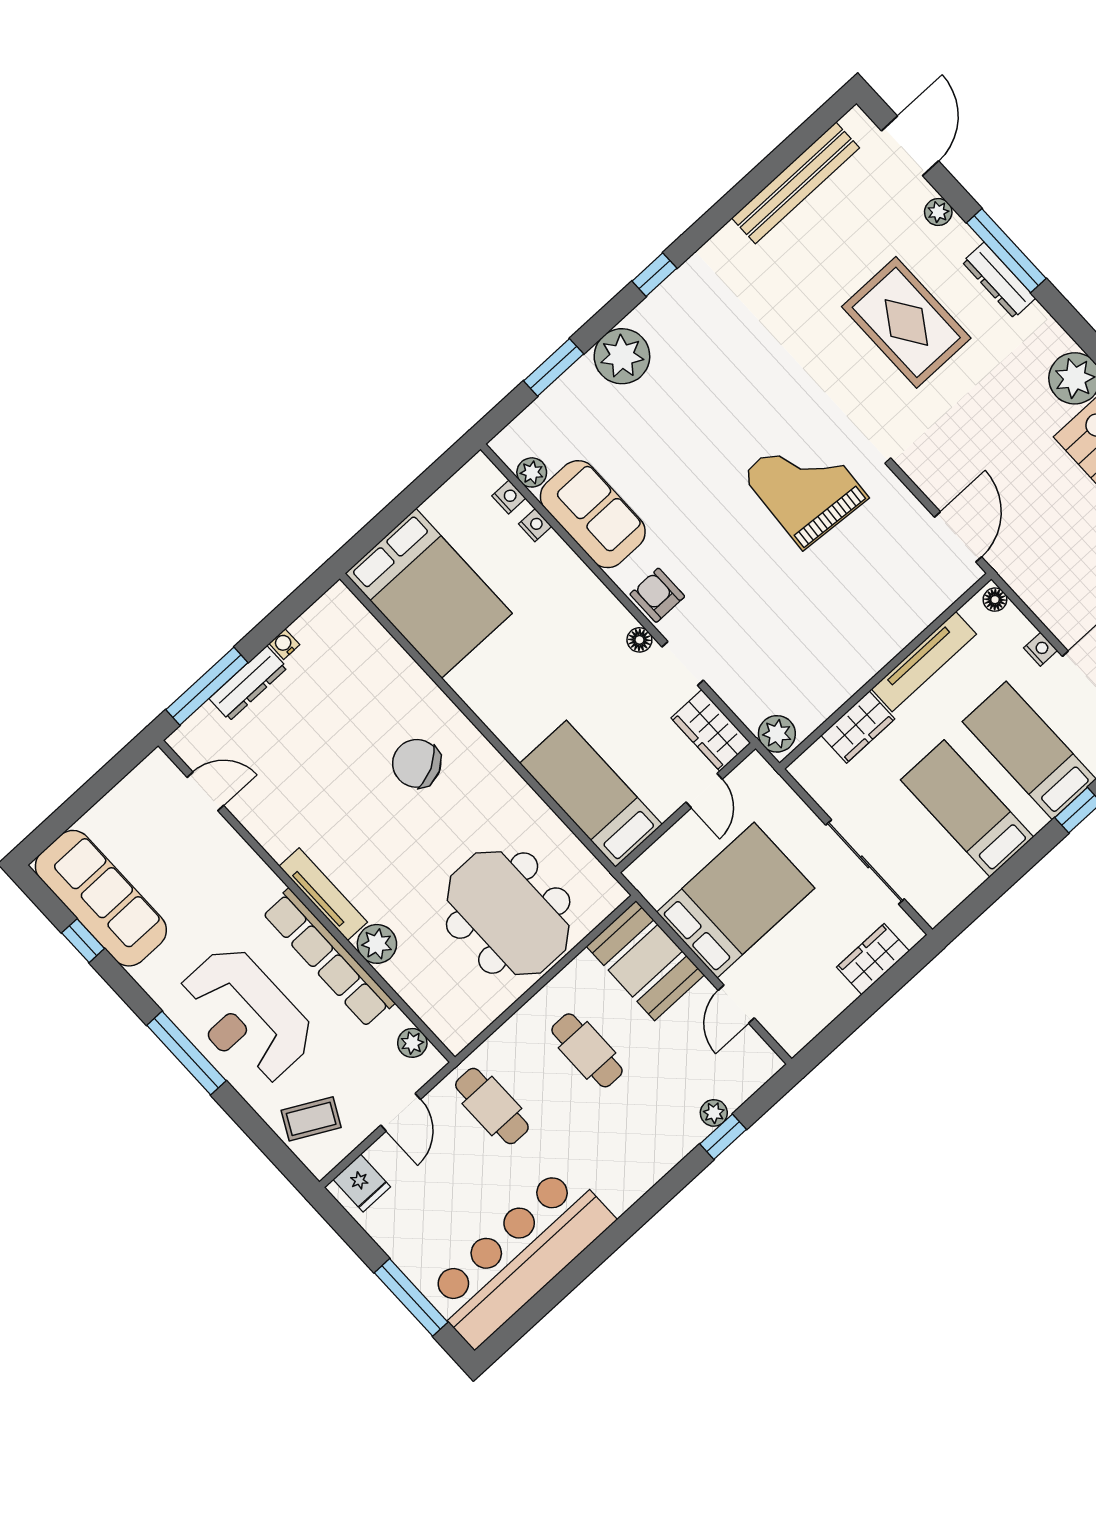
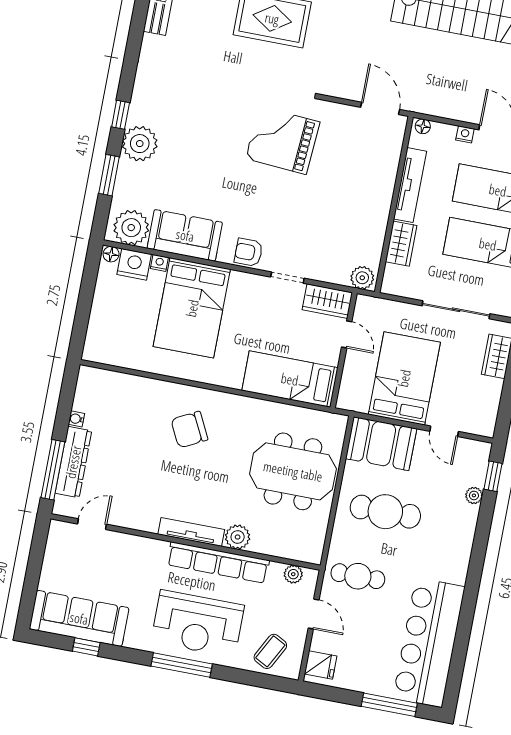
window: (654, 275) -> (121, 115), moved
plant: (532, 472) -> (131, 228), width x1.88, depth x1.88
nightstand: (509, 497) -> (134, 264), width x1.89, depth x1.79
bed: (429, 593) -> (192, 308), moved, turned 90
floor lamp: (639, 640) -> (111, 254), moved
dresser: (248, 683) -> (73, 462), width x1.37, depth x1.24
cafe table: (587, 1050) -> (385, 512), width x1.37, depth x1.35
window: (723, 1137) -> (493, 476), moved

